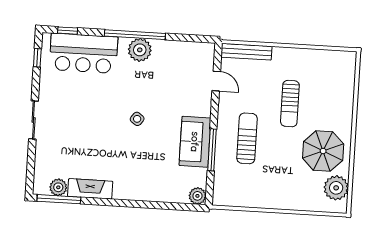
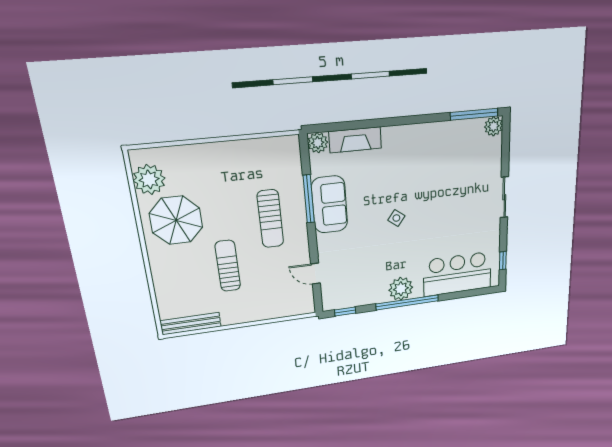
window: (68, 31) -> (345, 312), moved
bench: (246, 52) -> (191, 324), moved
plant: (58, 187) -> (494, 126), moved
fireplace: (90, 189) -> (355, 140), moved

